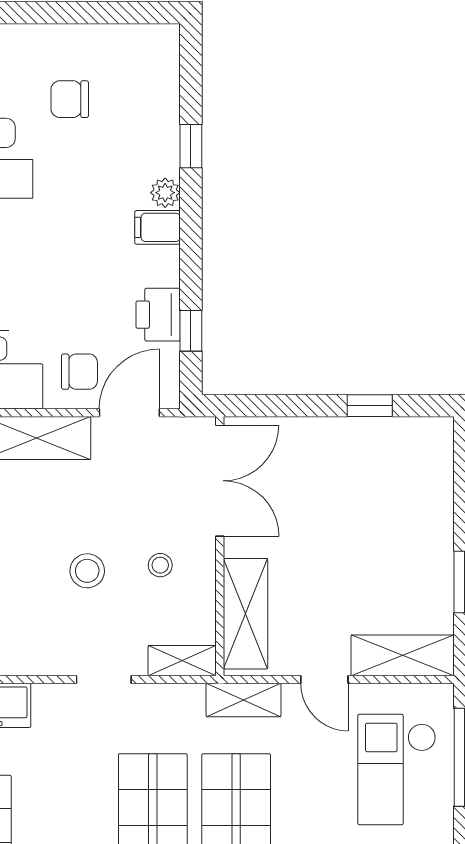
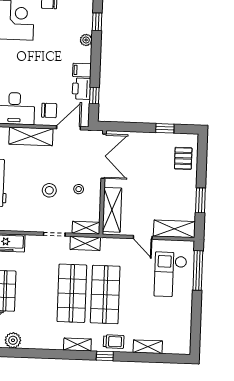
filing cabinet: (157, 227) -> (82, 70), moved
pallet: (418, 479) -> (183, 158), added
shelving: (244, 700) -> (85, 243), moved

